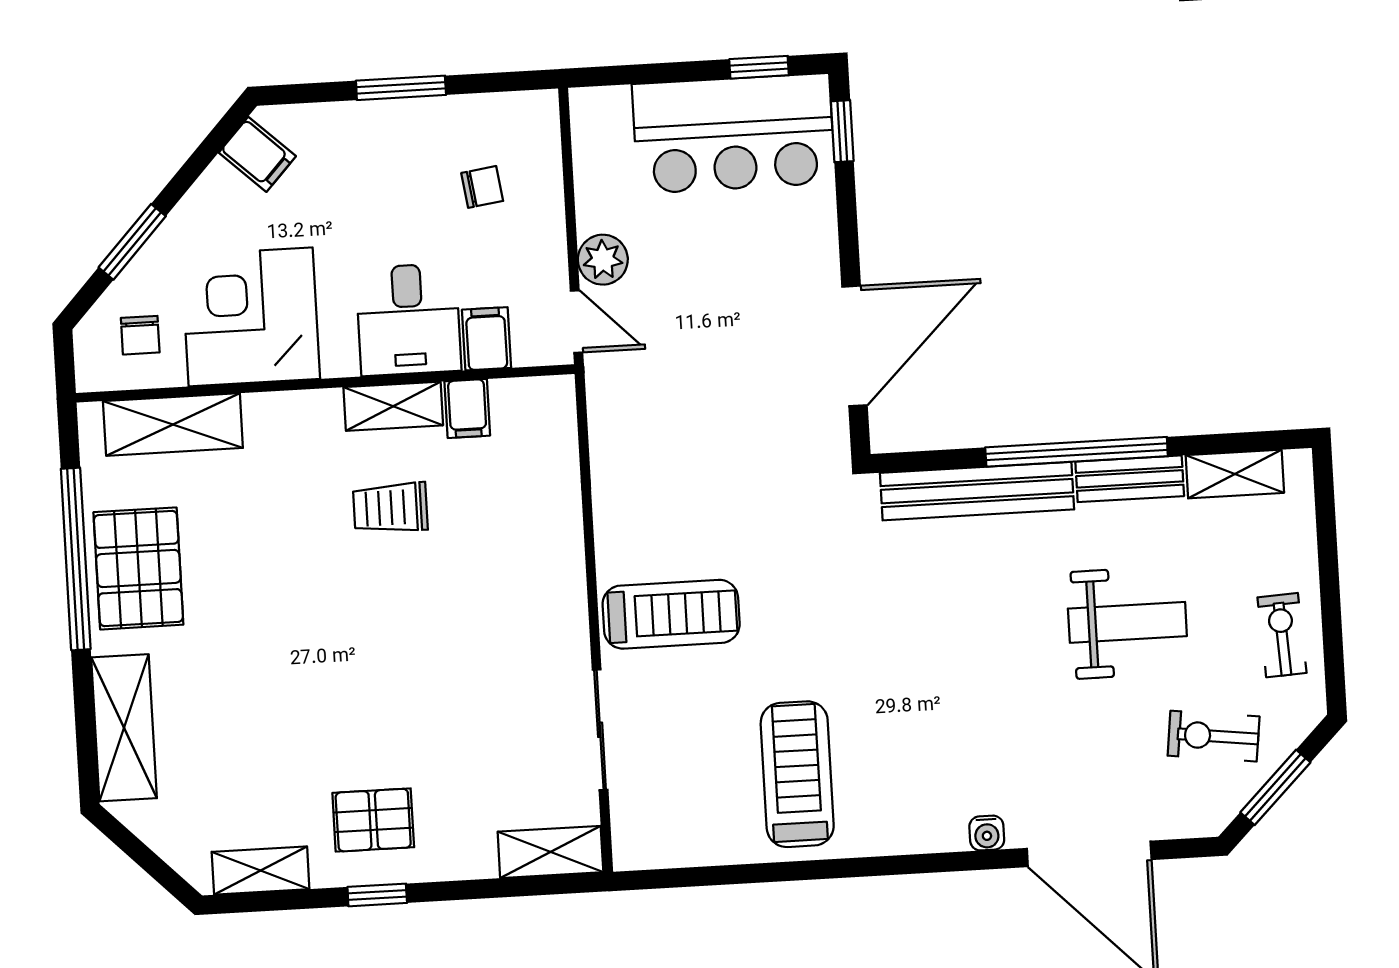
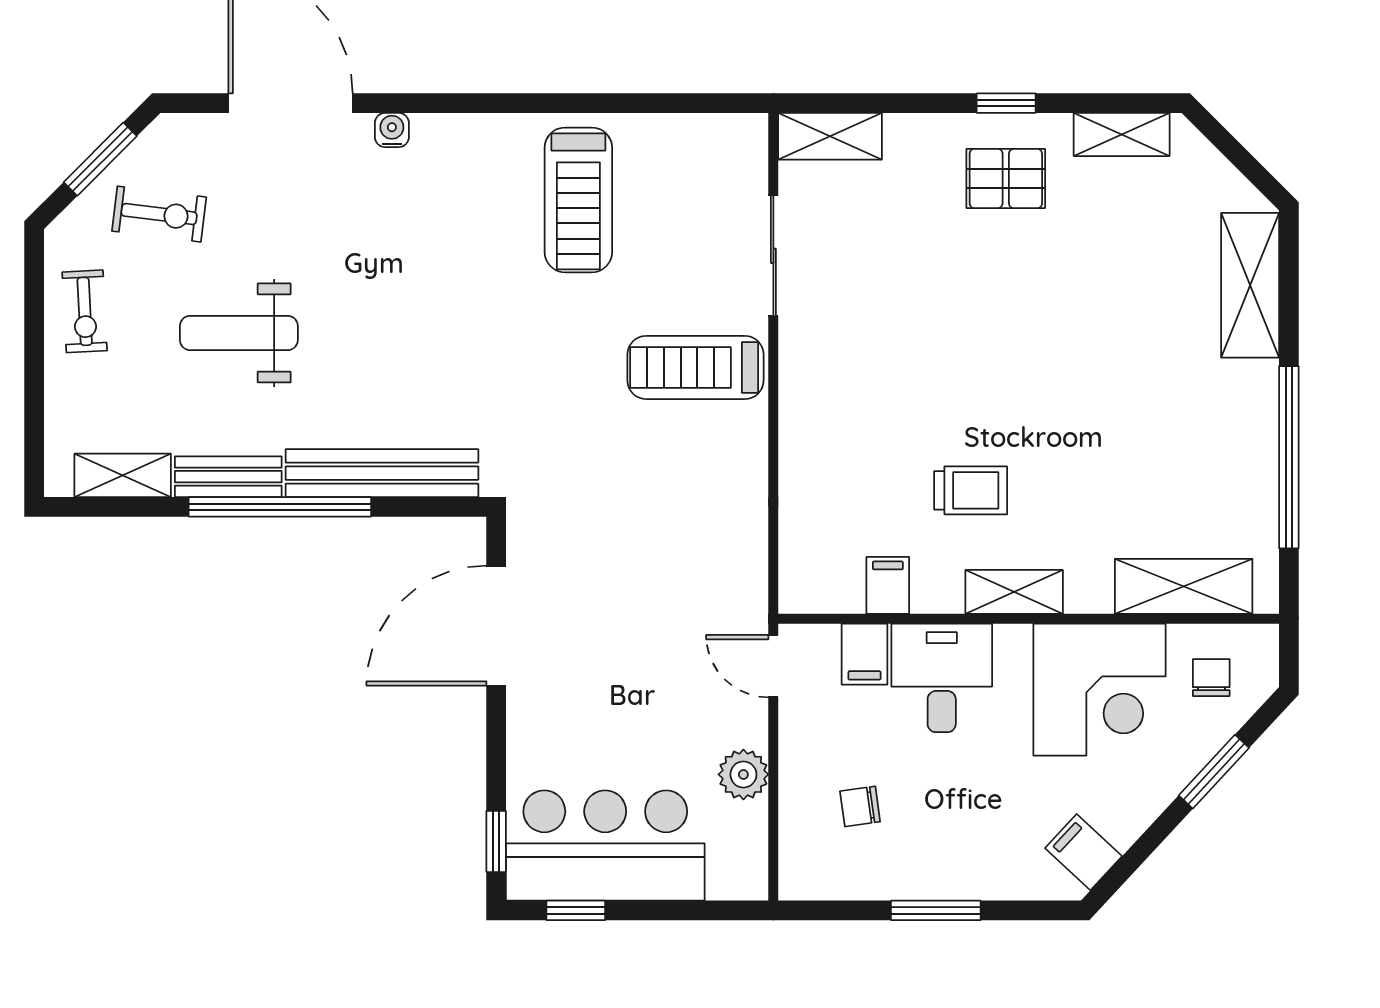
plant: (603, 260) -> (743, 774), moved
shelving: (393, 406) -> (1014, 592), moved
pallet: (138, 568) -> (1227, 444), removed

